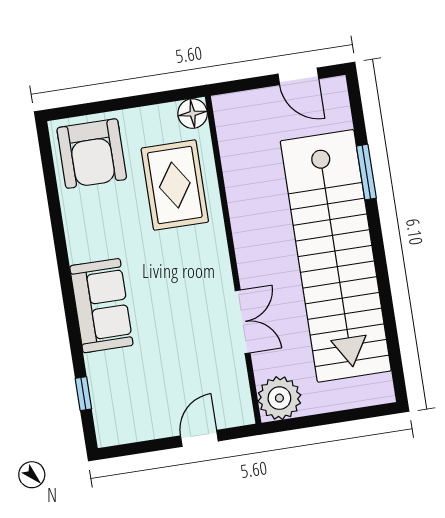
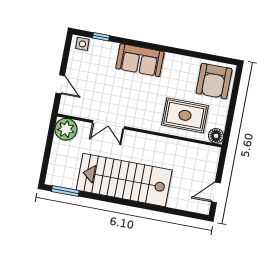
armchair: (92, 154) -> (214, 81), turned -90
window: (366, 172) -> (65, 191), moved
stairs: (336, 256) -> (124, 180), width x0.73
side table: (109, 424) -> (82, 44), added

